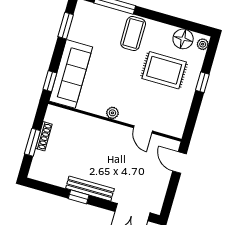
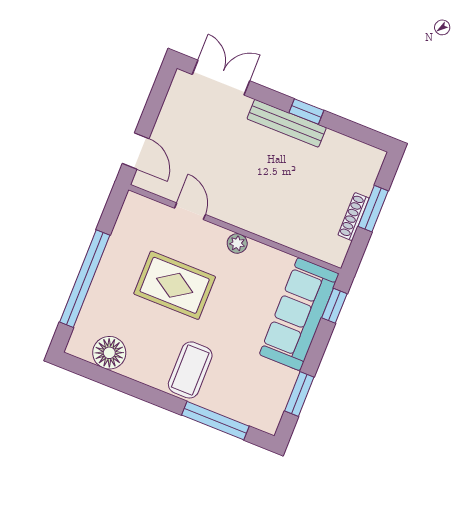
plant: (203, 44) -> (78, 341), removed
rug: (164, 70) -> (175, 285), moved
window: (202, 82) -> (85, 279), width x3.17

